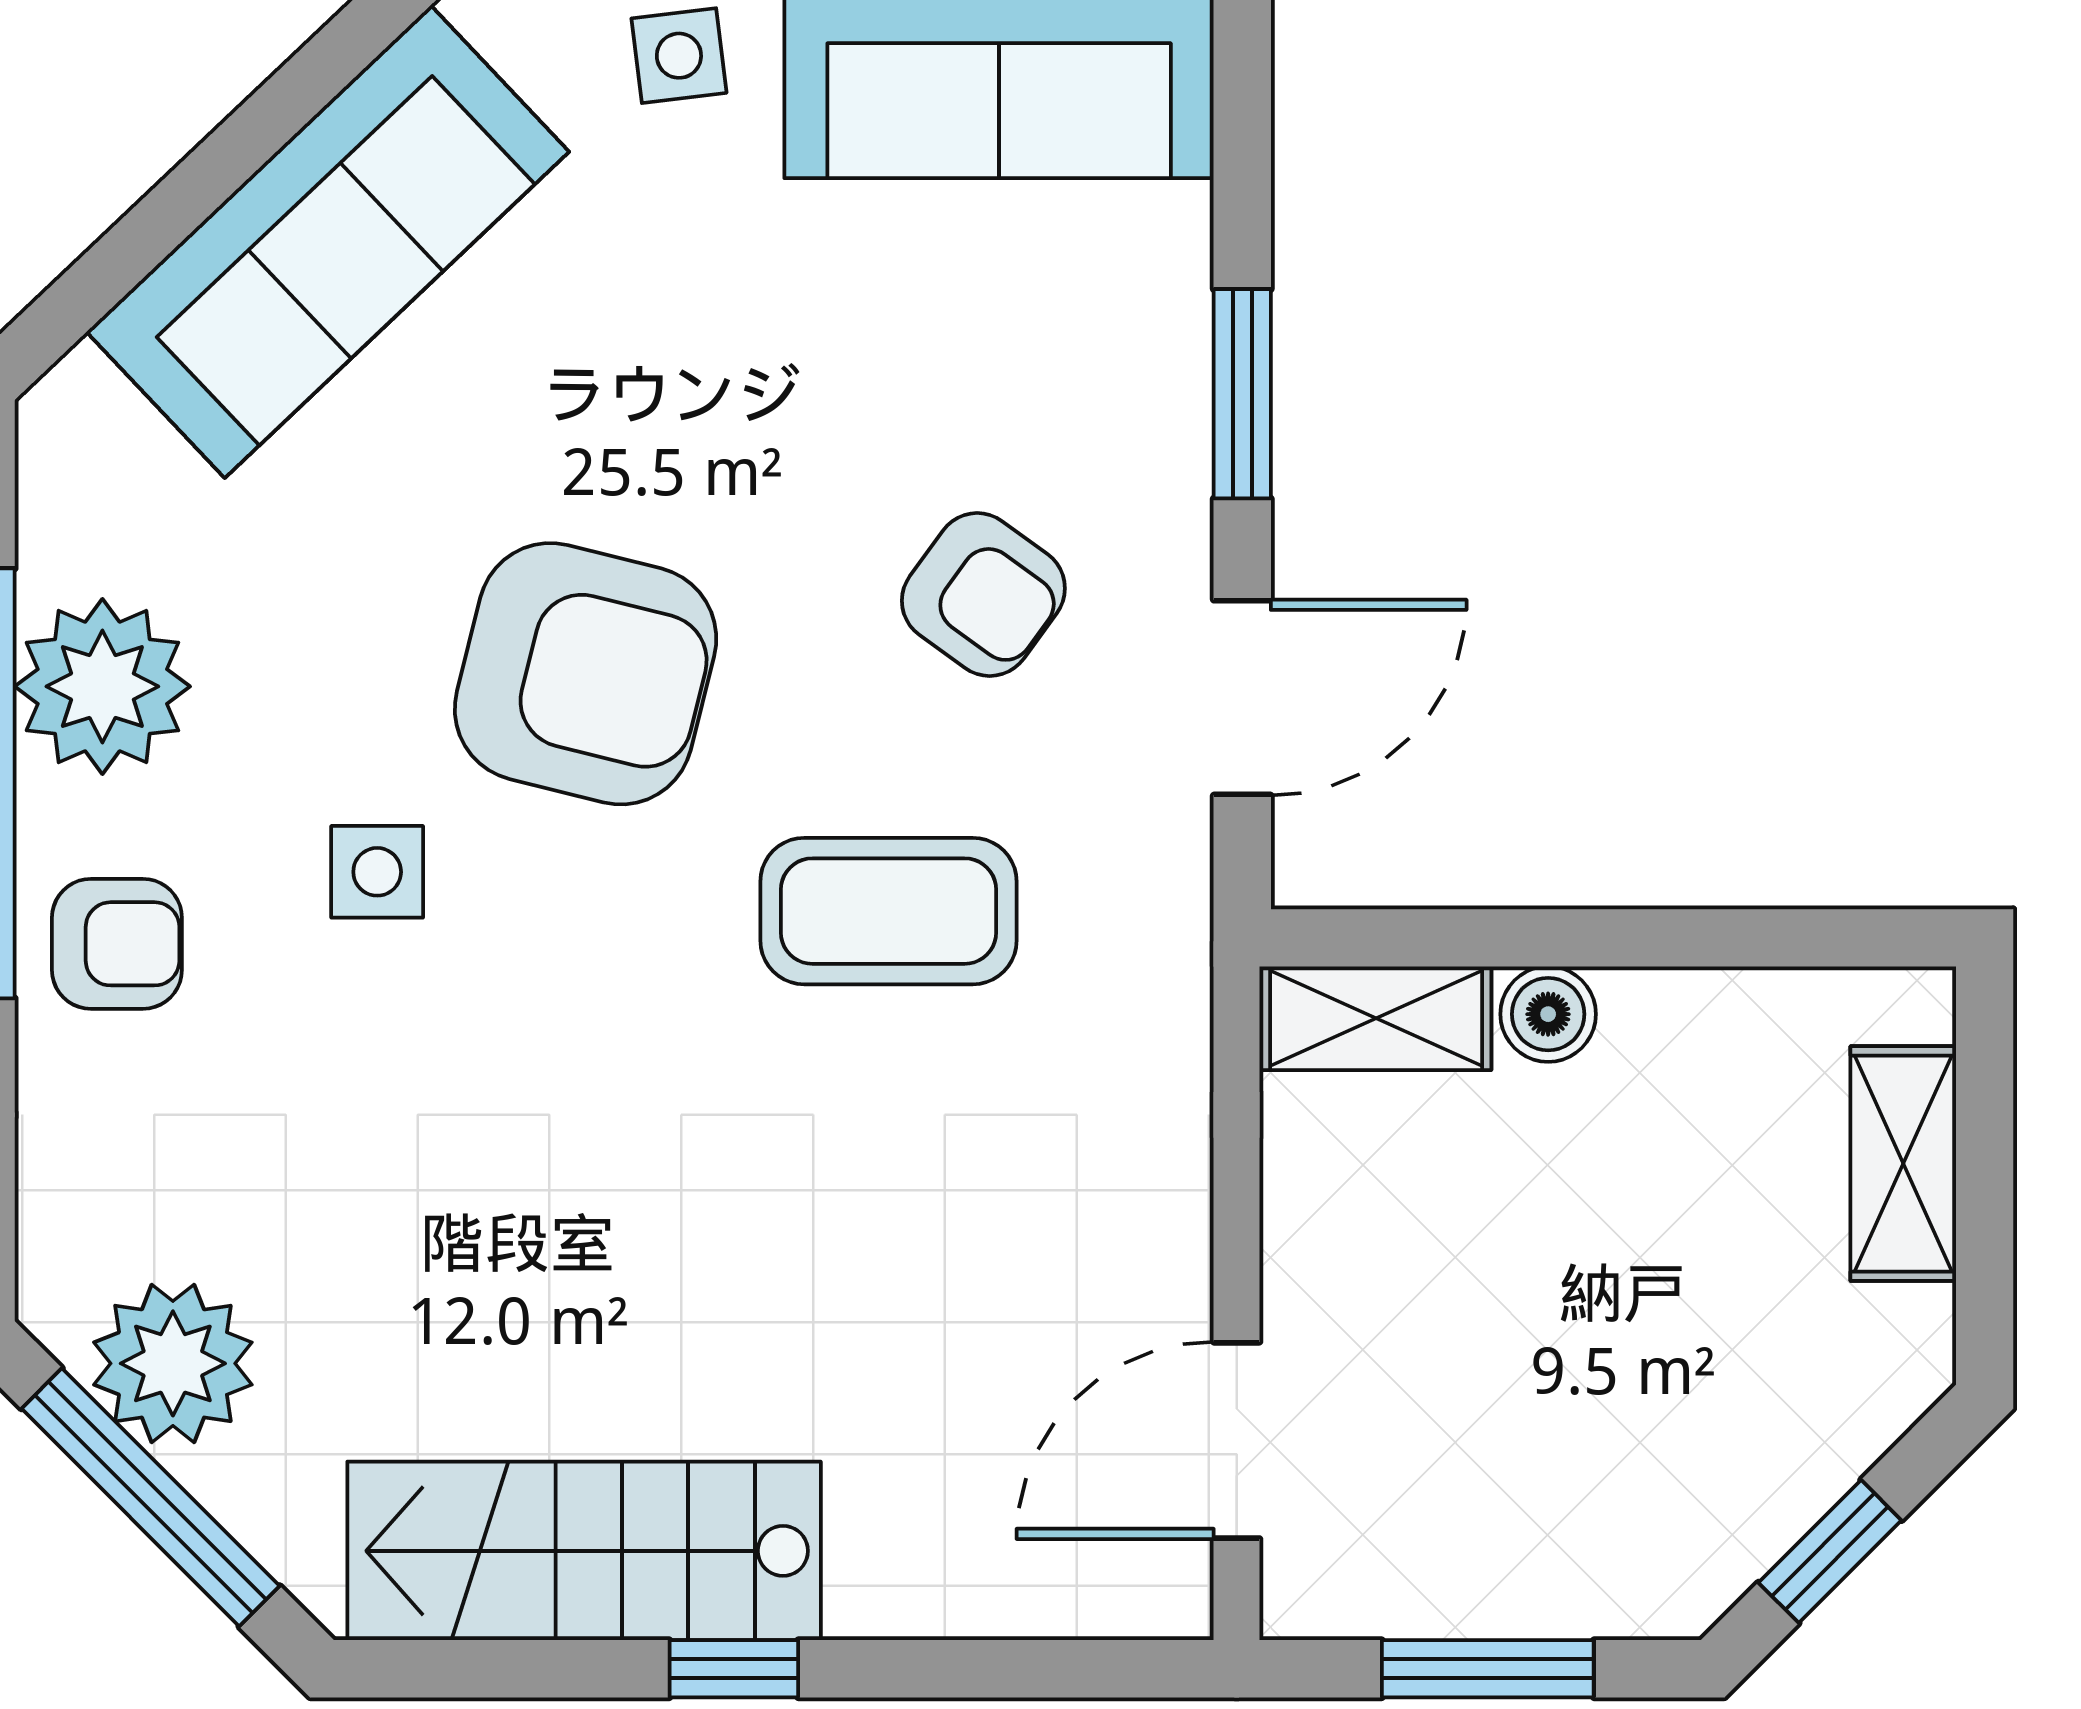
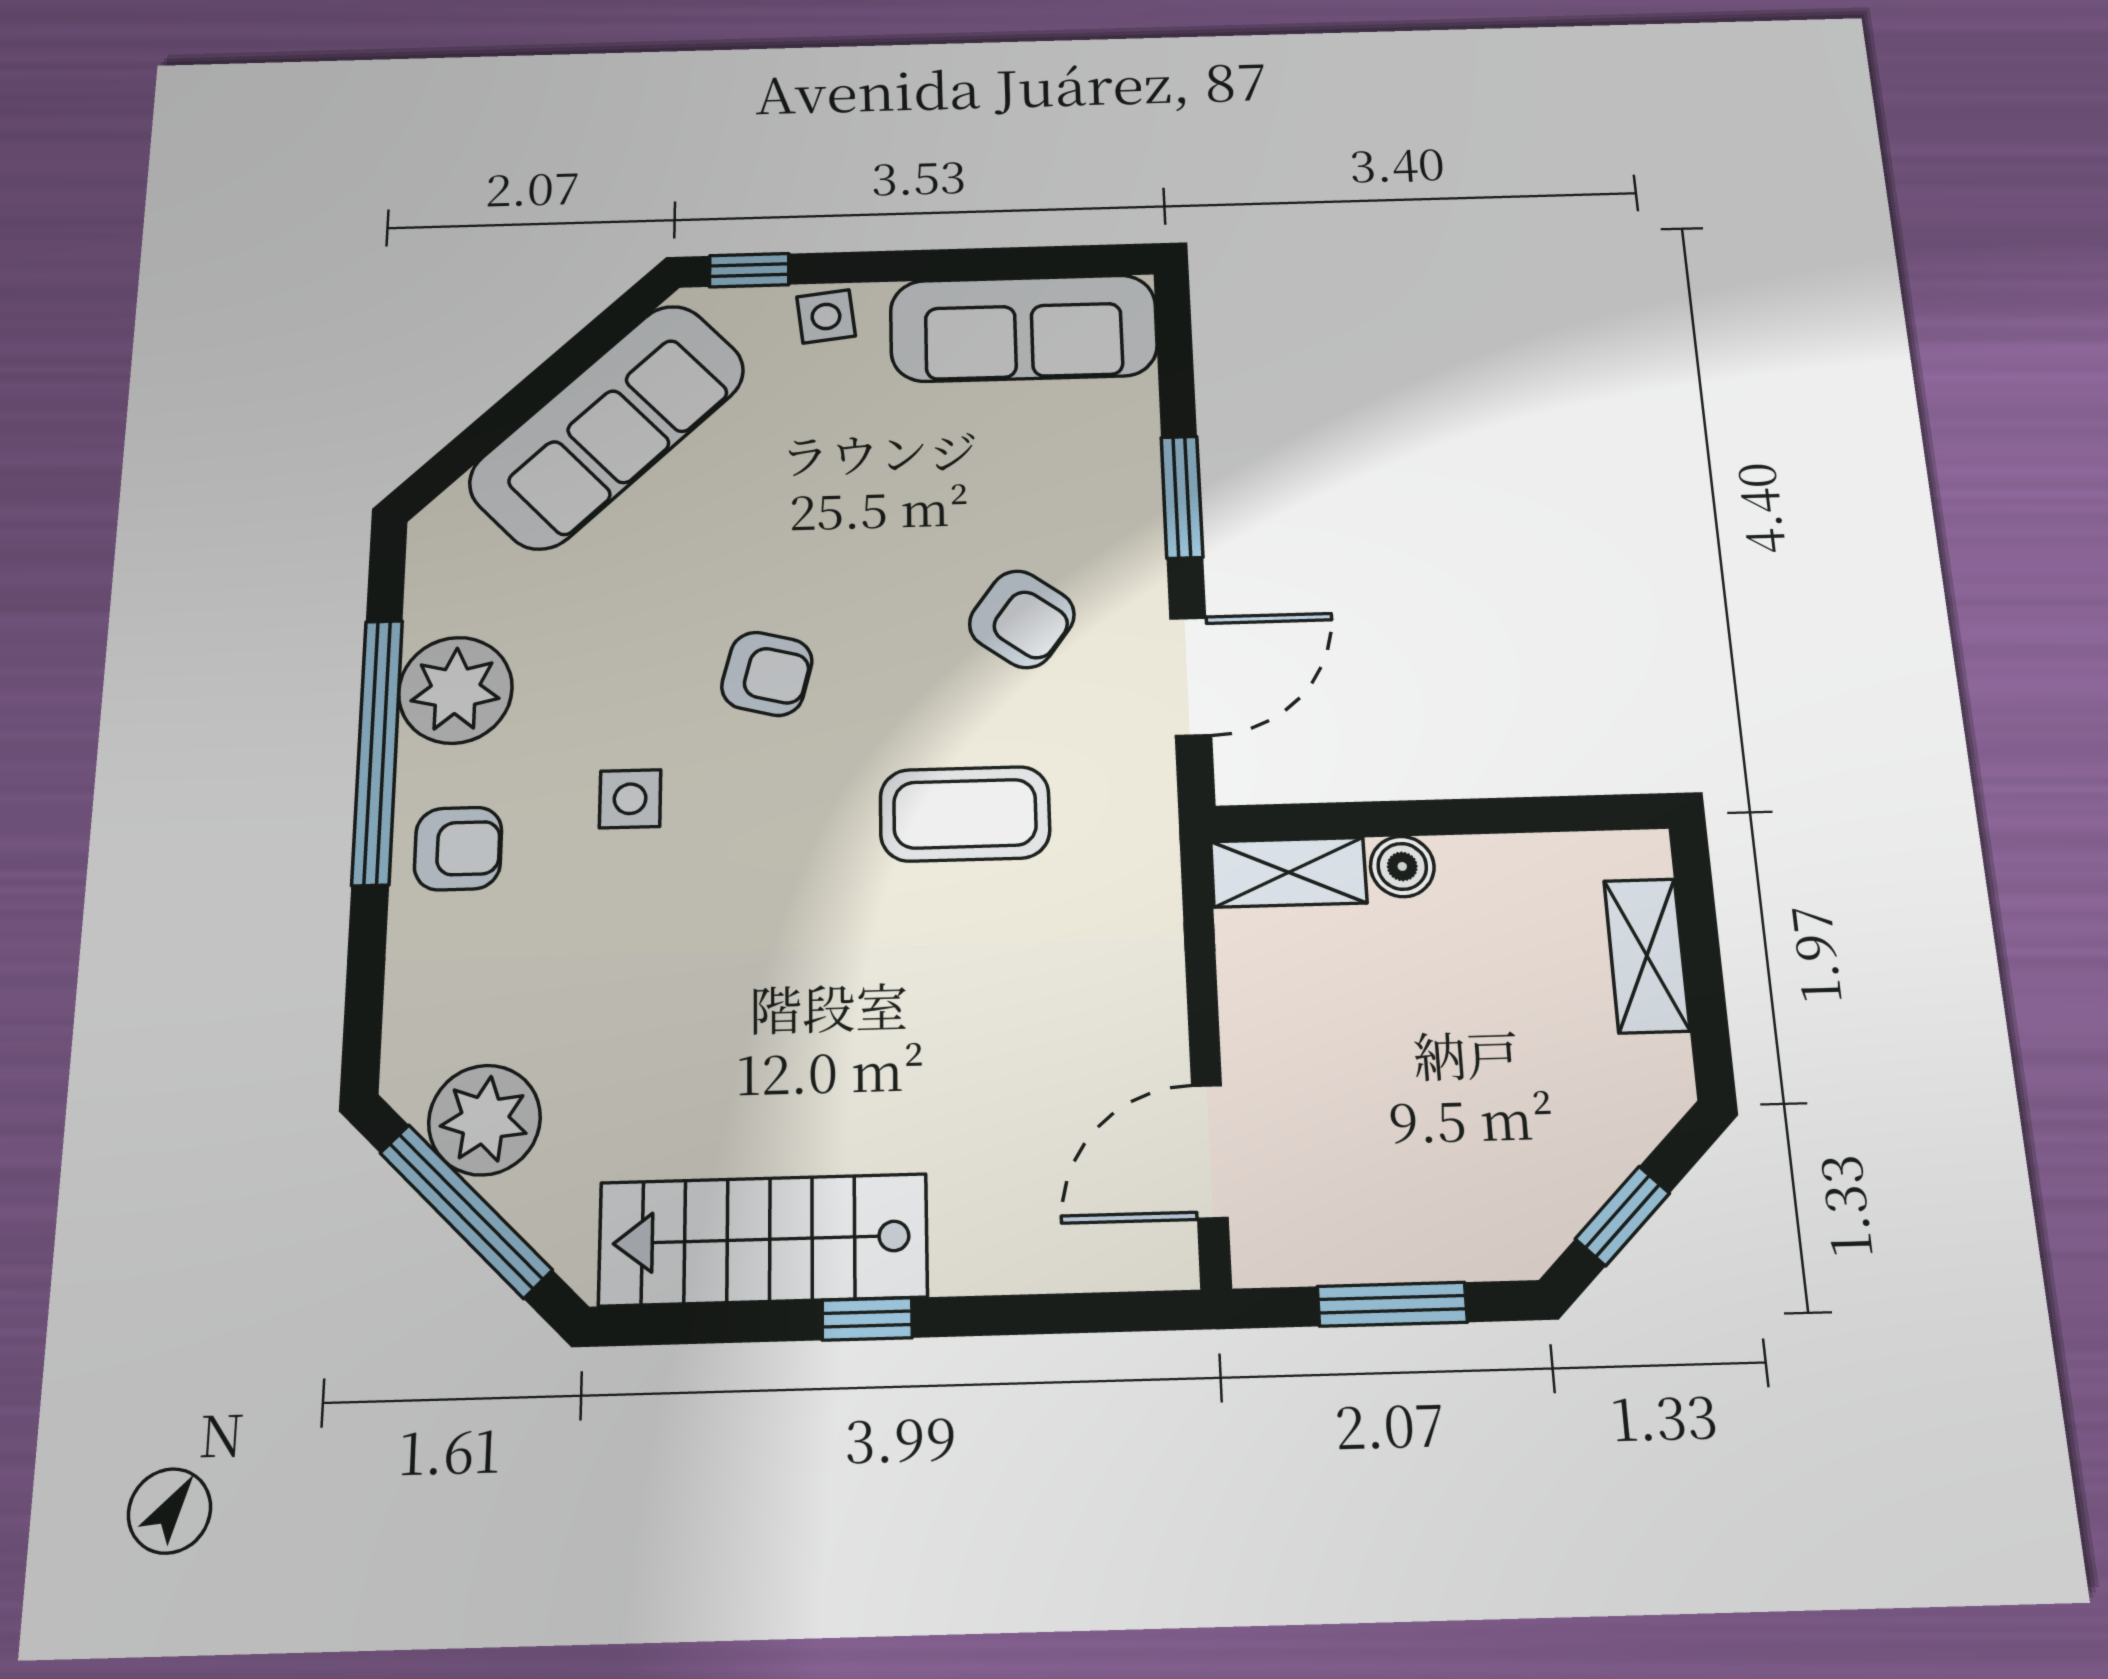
armchair: (586, 674) -> (767, 674), width x0.53, depth x0.53

